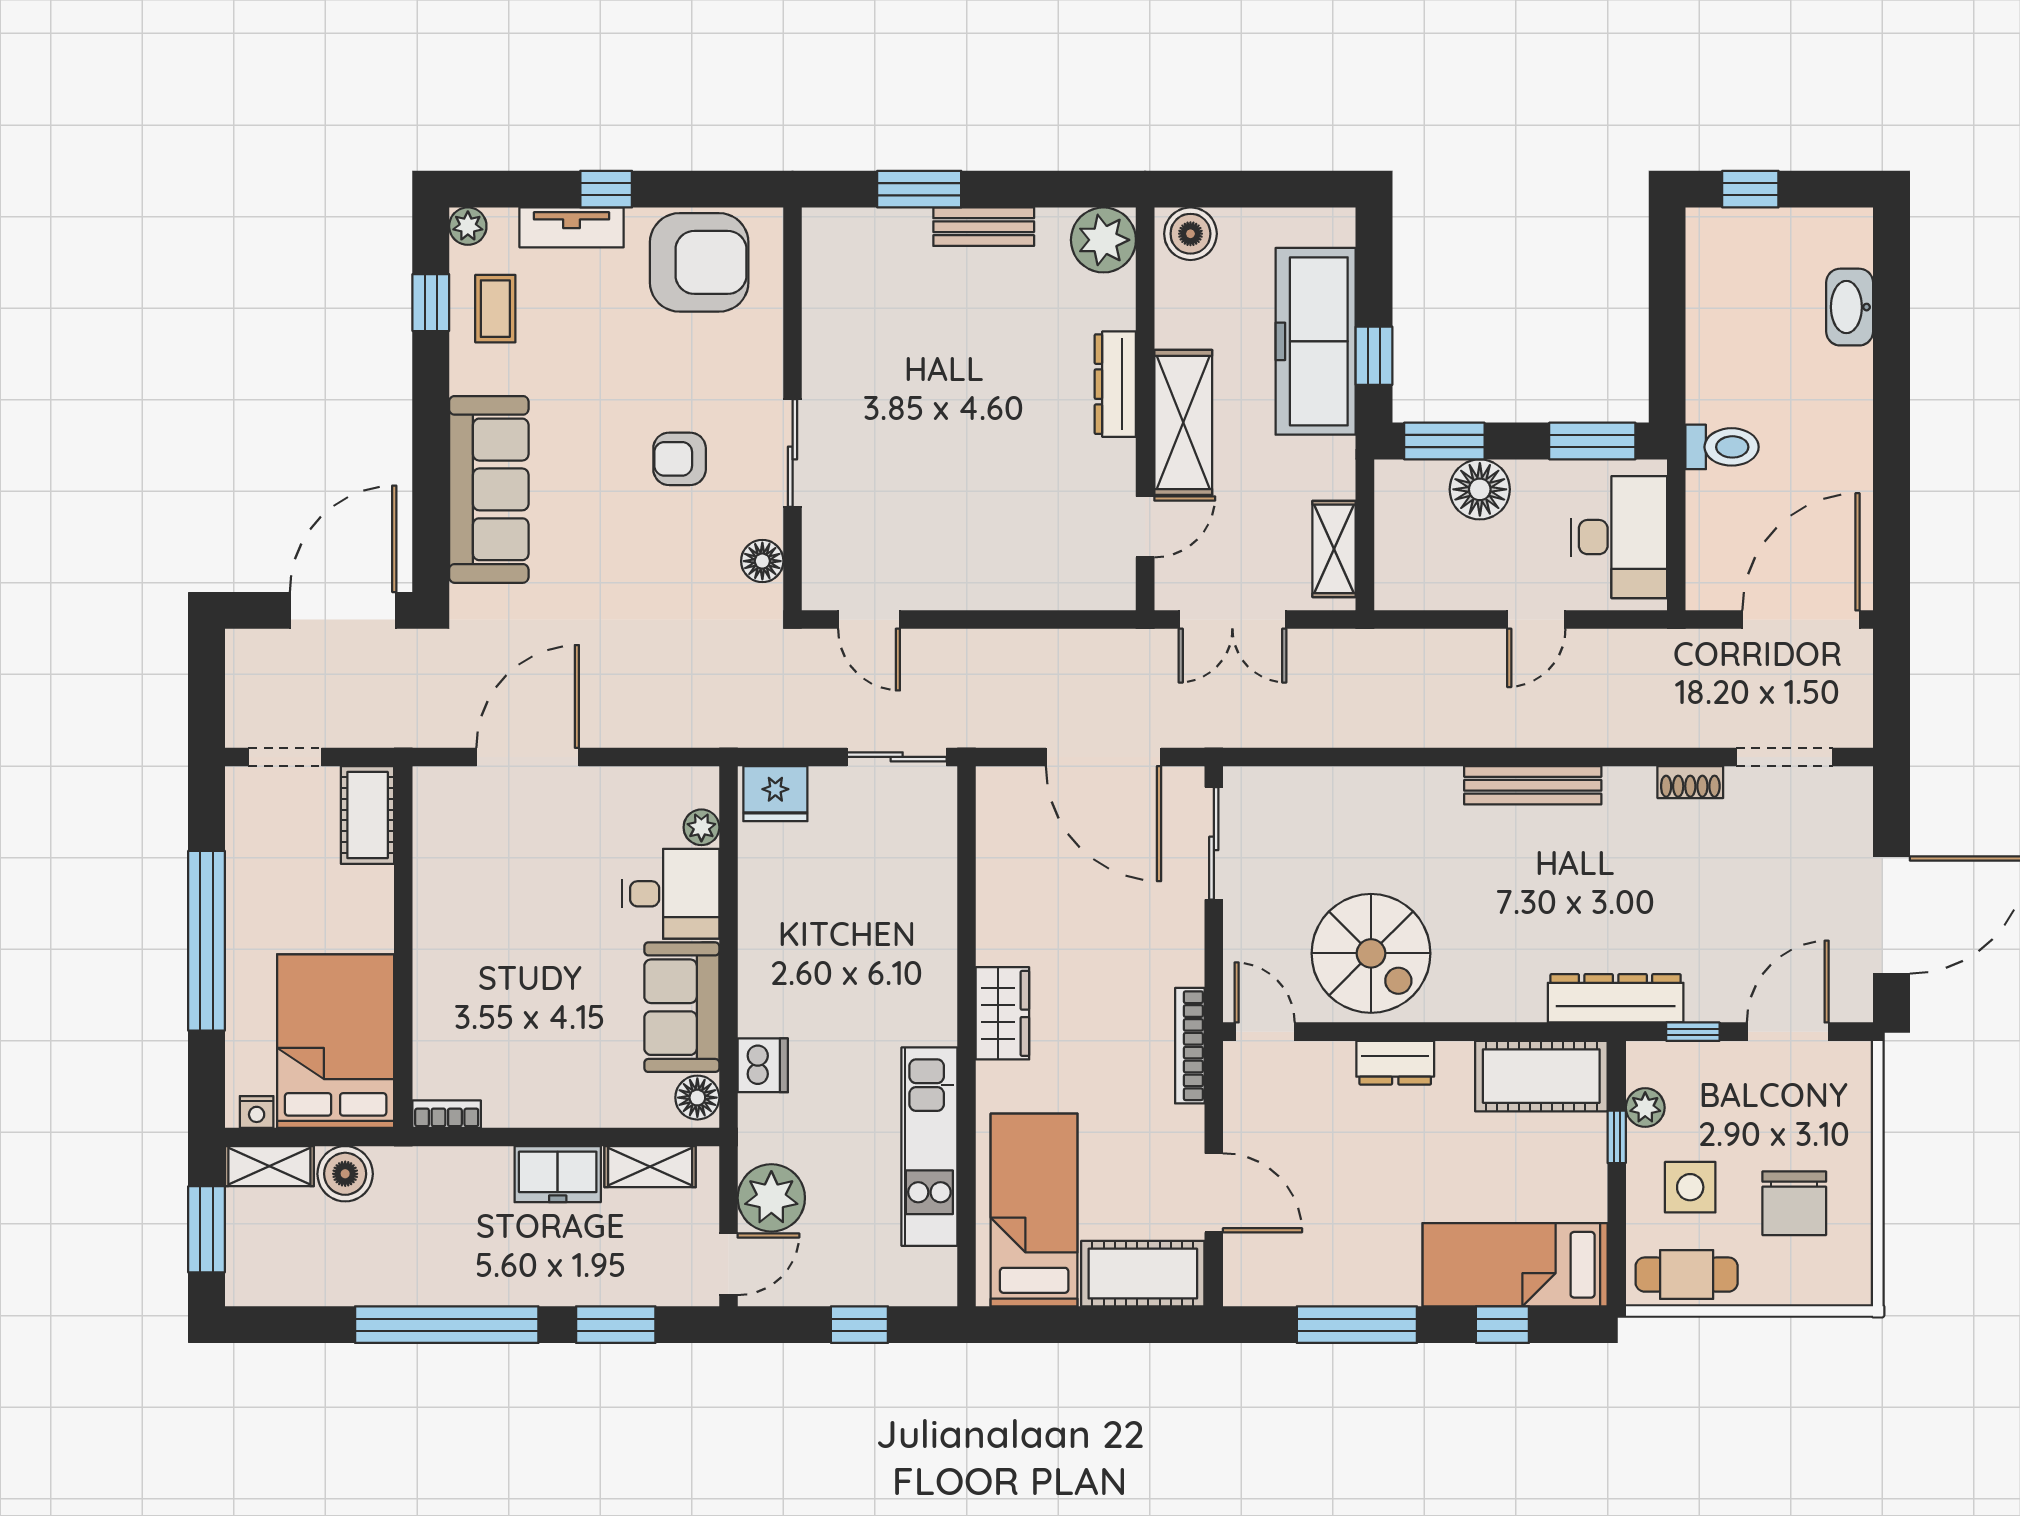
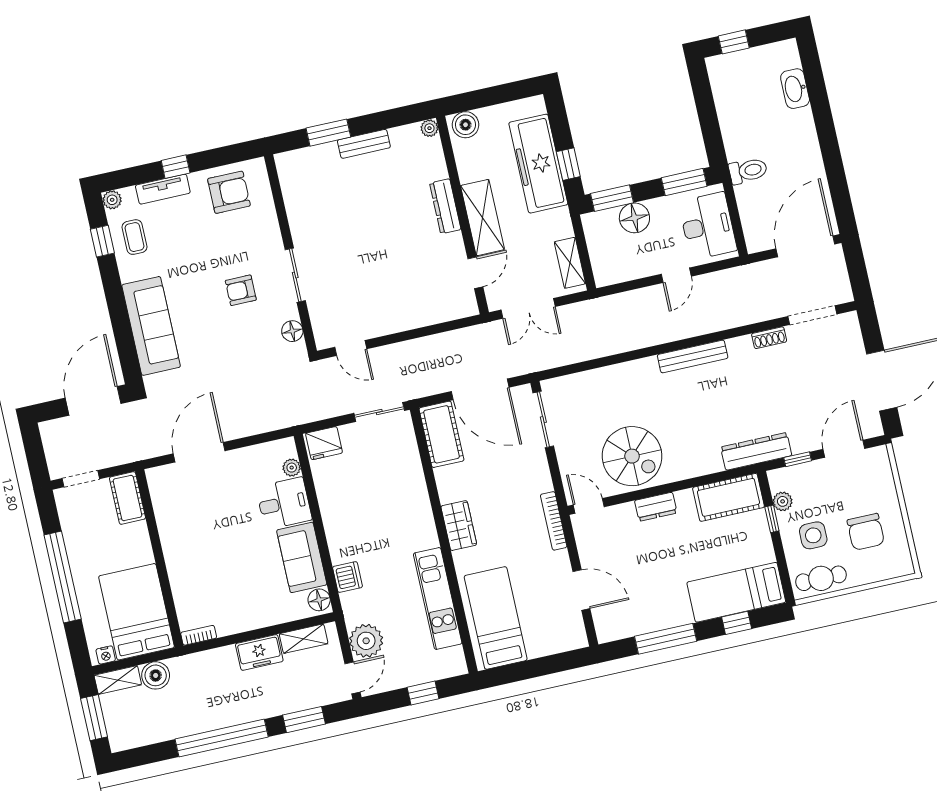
plant: (1103, 240) -> (429, 128), width x0.53, depth x0.53
armchair: (699, 262) -> (229, 192), width x0.73, depth x0.73
cot: (1143, 1274) -> (441, 434), moved, turned 90

